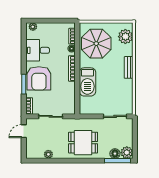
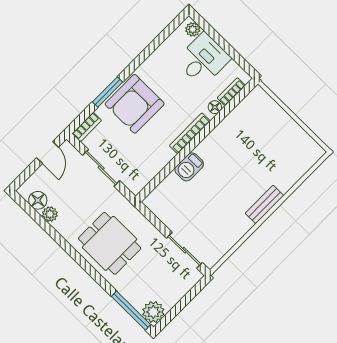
plant: (125, 37) -> (300, 161), removed
parasol: (96, 44) -> (253, 132), removed
desk: (38, 50) -> (203, 59), moved, turned 90
barbecue: (87, 82) -> (189, 167), width x0.53, depth x0.65
door: (24, 131) -> (48, 153), swing flipped
floor lamp: (115, 154) -> (38, 200), moved

